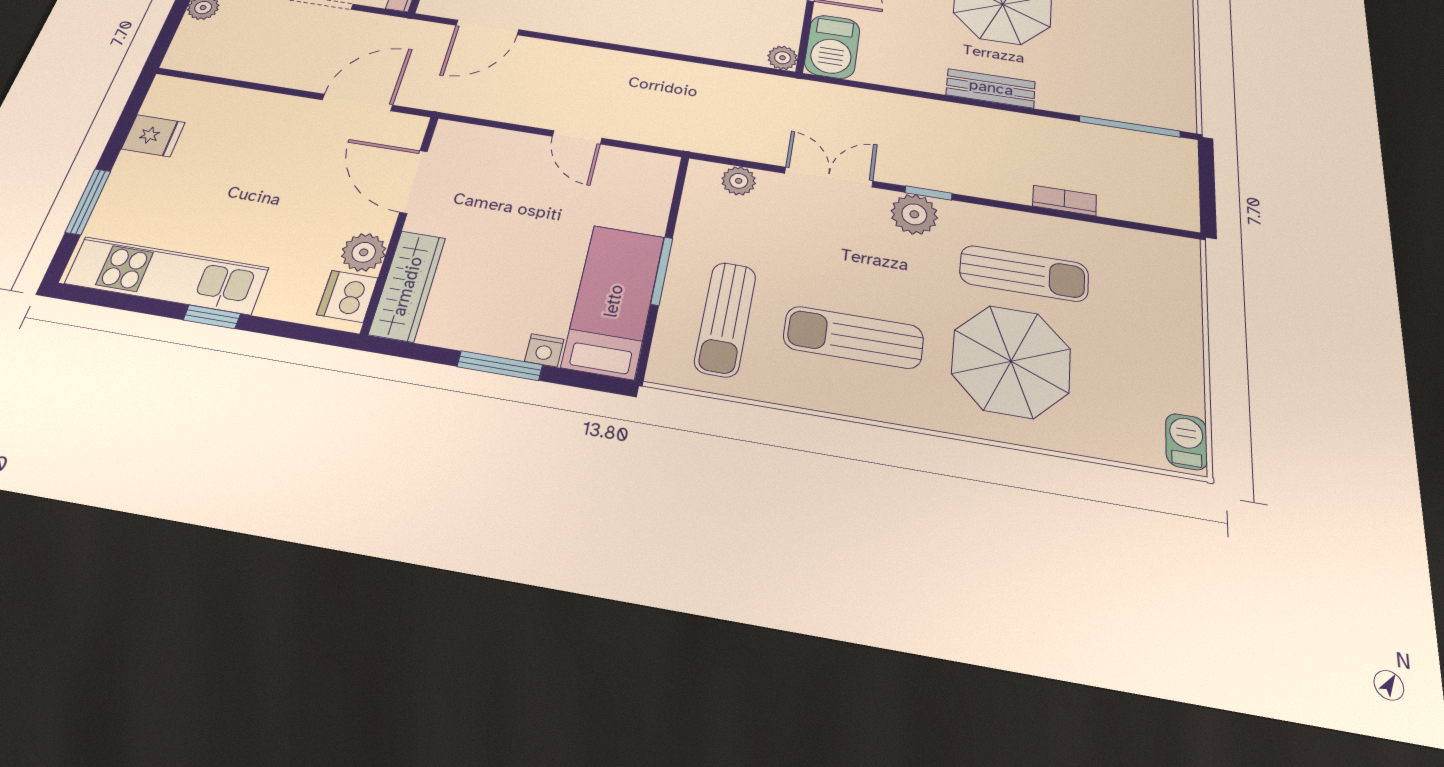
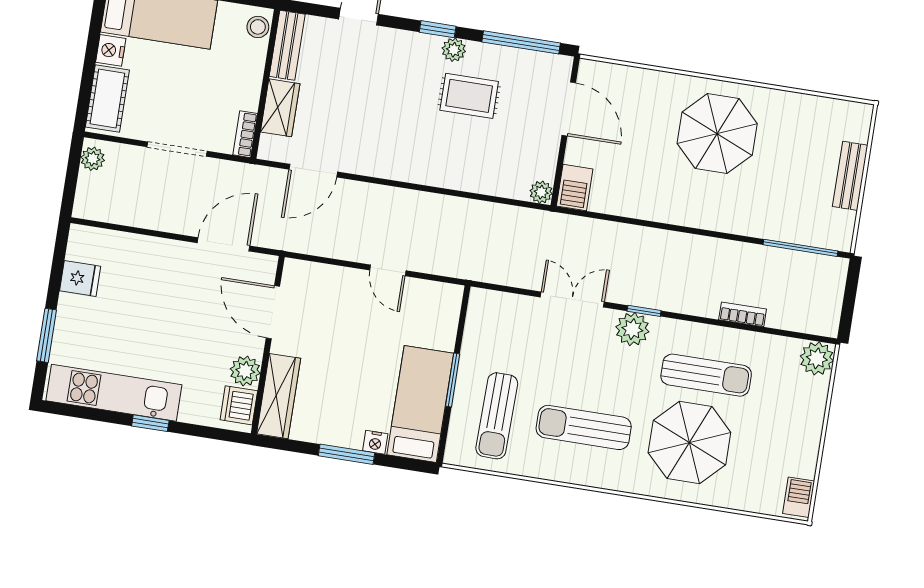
barbecue: (832, 47) -> (575, 187), width x0.73, depth x0.79
bench: (991, 88) -> (850, 176), moved, turned 90
plant: (739, 181) -> (817, 358), moved, width x1.38, depth x1.38

